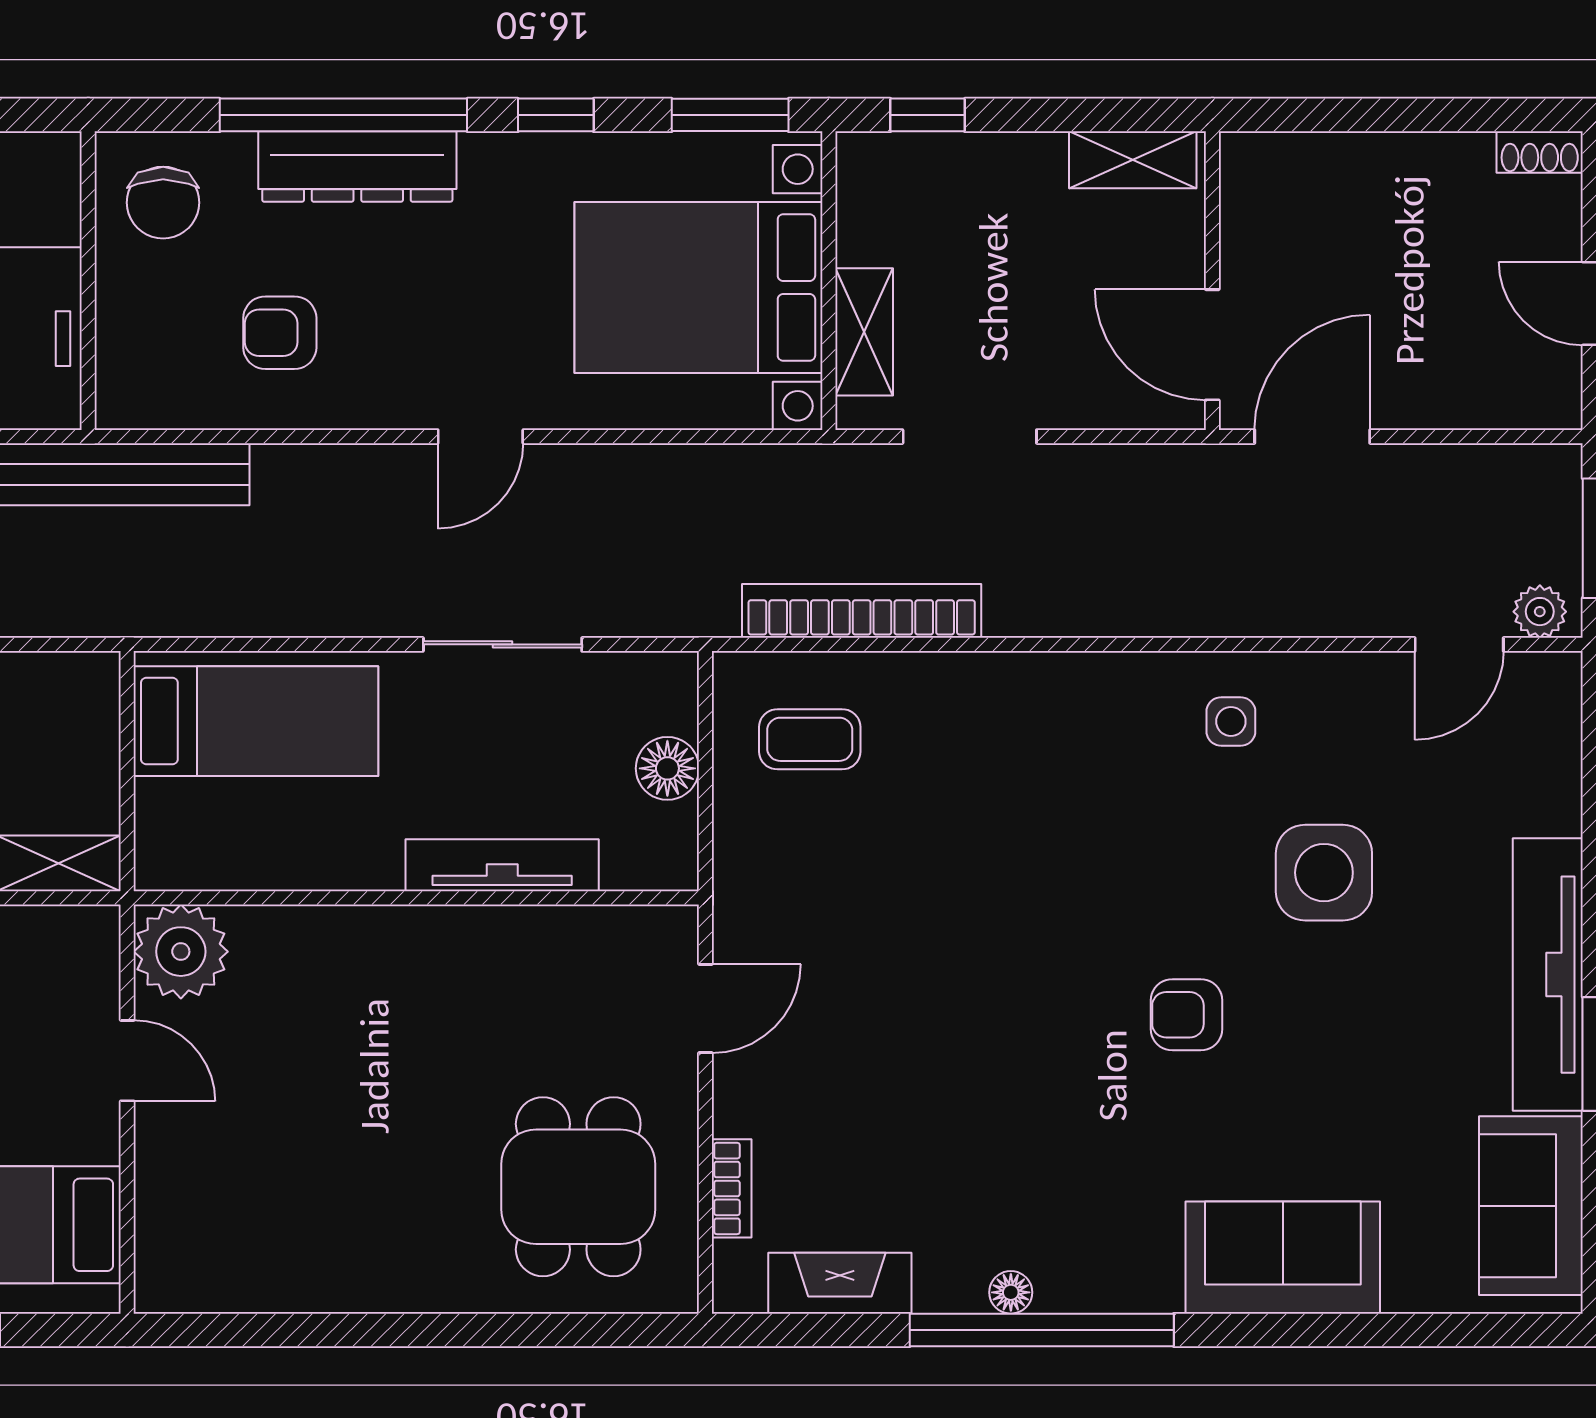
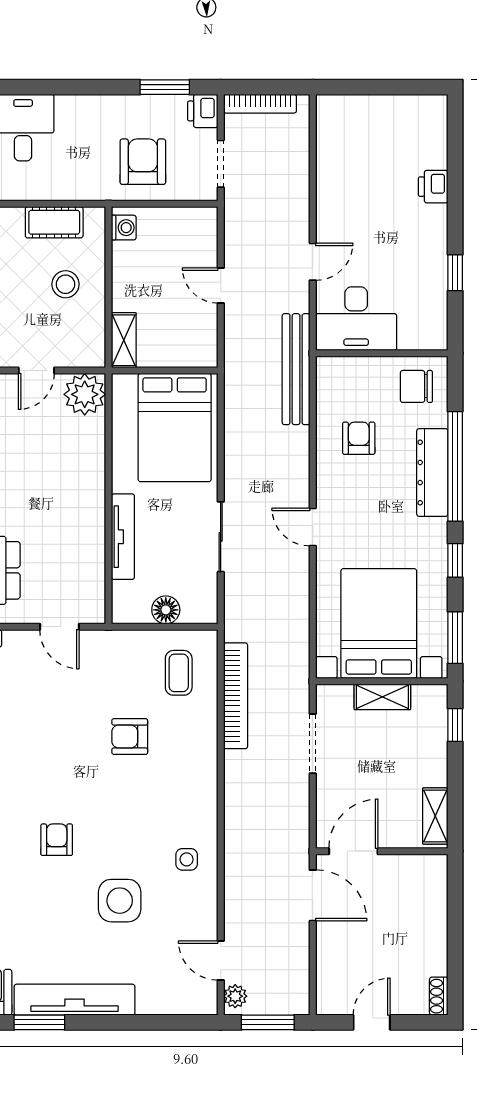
shelving: (864, 332) -> (382, 697), moved
bed: (256, 721) -> (175, 428), width x1.50
armchair: (953, 850) -> (130, 737), added

